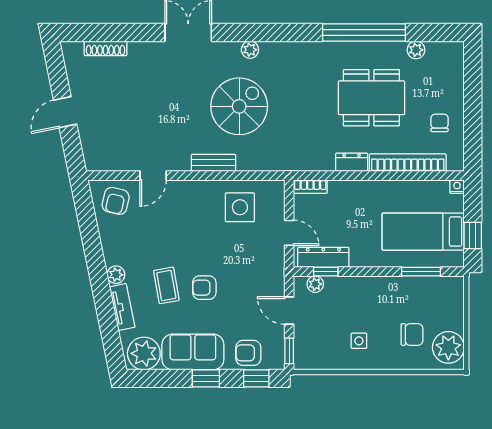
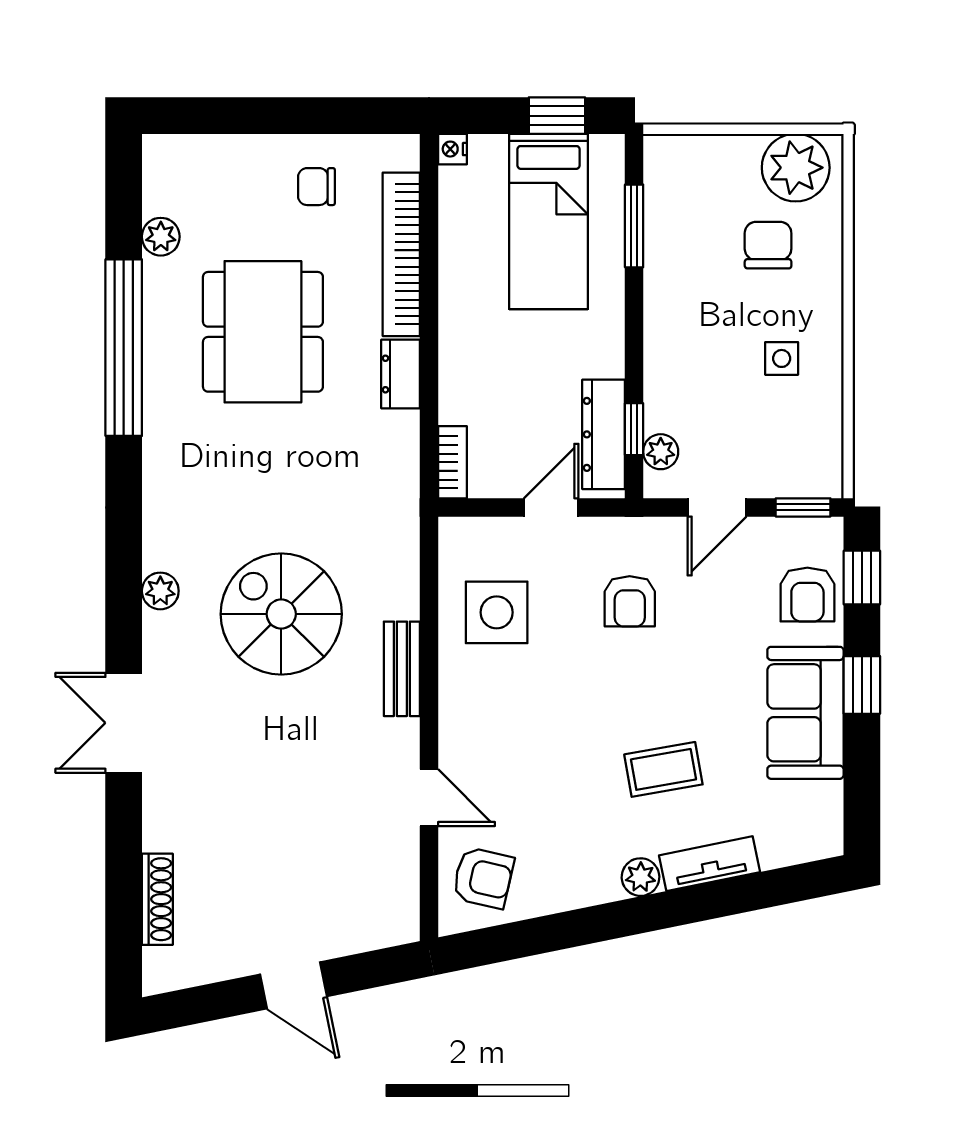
armchair: (204, 288) -> (630, 601), moved
plant: (144, 353) -> (809, 817), removed

